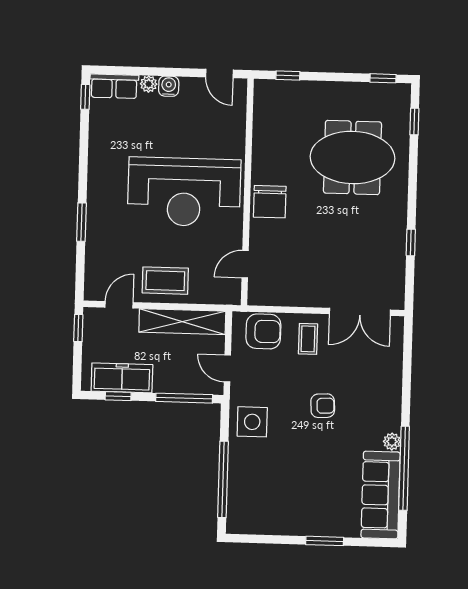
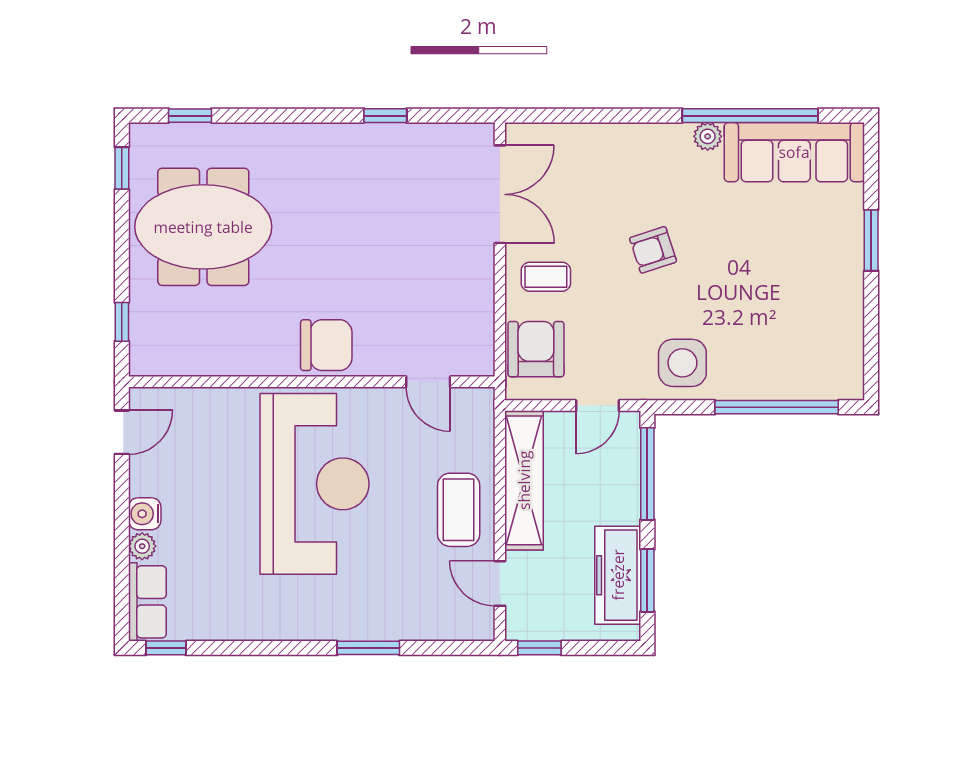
meeting table: (352, 157) -> (203, 227), moved, turned 90
window: (118, 396) -> (647, 580), width x1.50
armchair: (323, 406) -> (653, 250), turned -105

